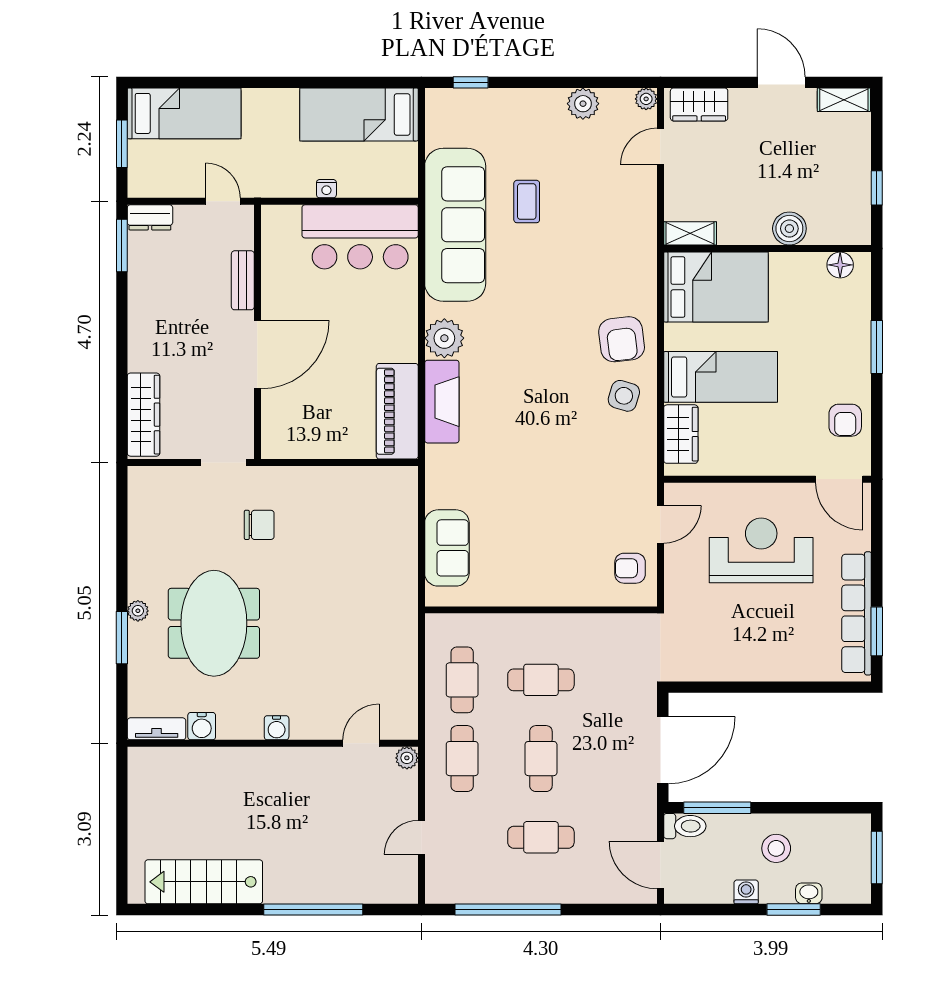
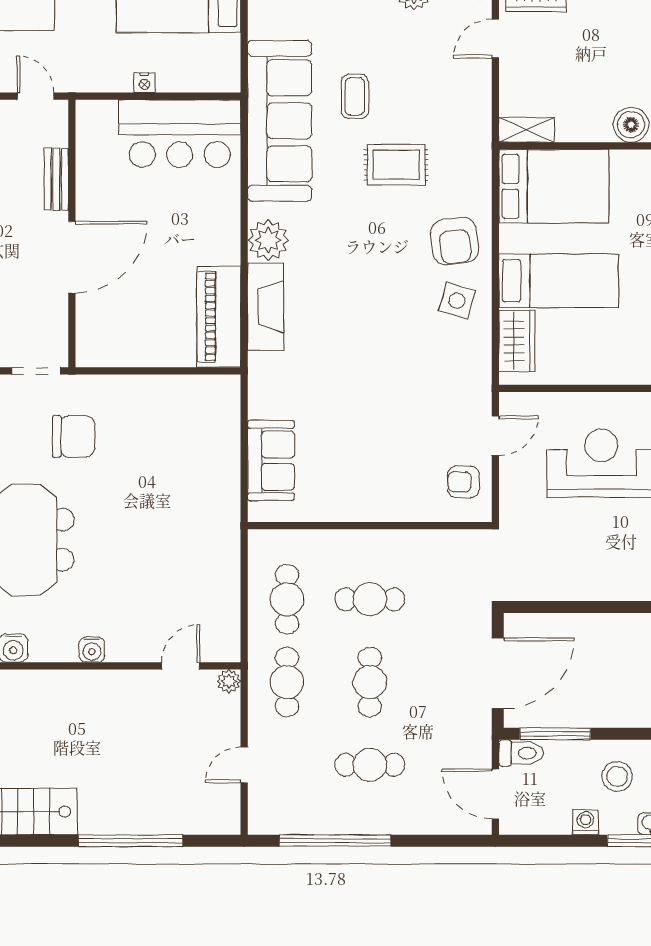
rug: (566, 267) -> (396, 165), added
chair: (259, 525) -> (74, 436), width x1.37, depth x1.37

